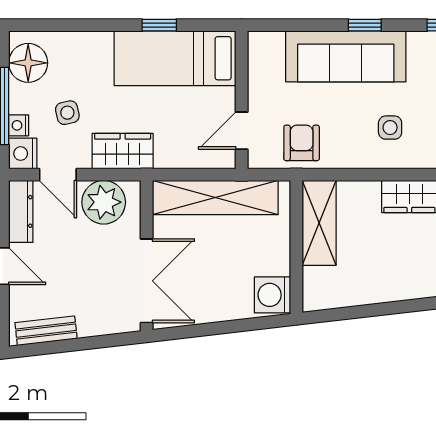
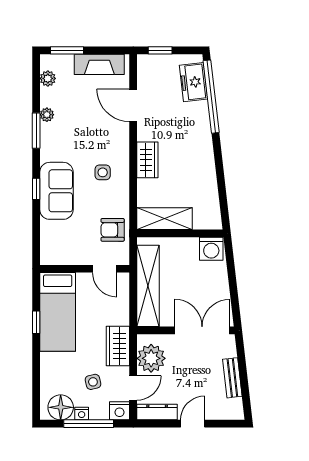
sofa: (346, 56) -> (56, 191), width x0.73
nightstand: (19, 125) -> (82, 414), moved
bench: (46, 331) -> (232, 378), moved

